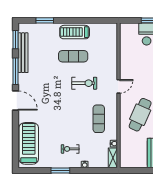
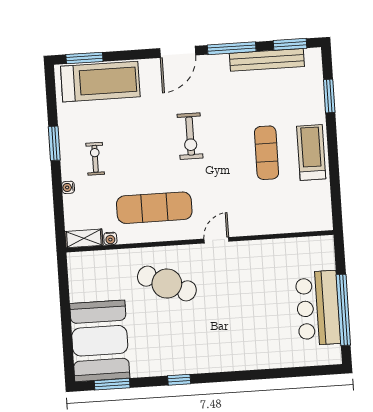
exercise bike: (84, 83) -> (190, 136), moved
door: (118, 86) -> (216, 240), swing flipped
exercise mat: (99, 119) -> (154, 208), width x1.36, depth x1.45
window: (15, 151) -> (84, 58), added

